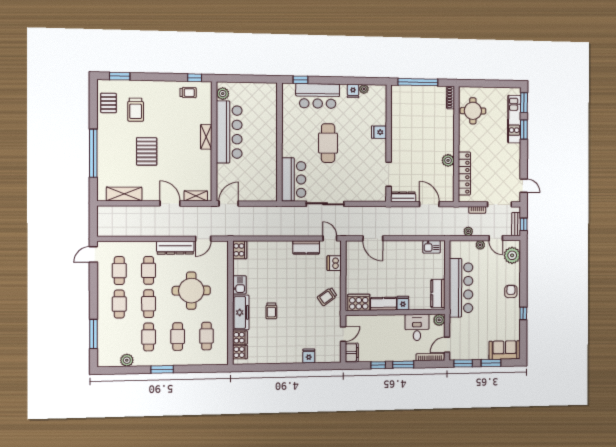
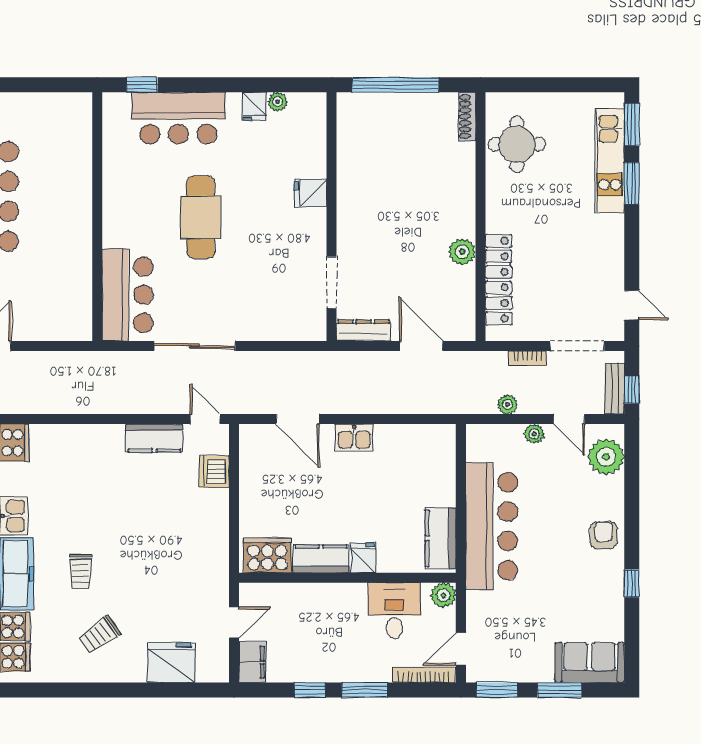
kitchen sink: (432, 247) -> (354, 438), moved
trolley: (327, 297) -> (99, 635), moved
fridge: (309, 356) -> (171, 663), width x1.88, depth x1.34

